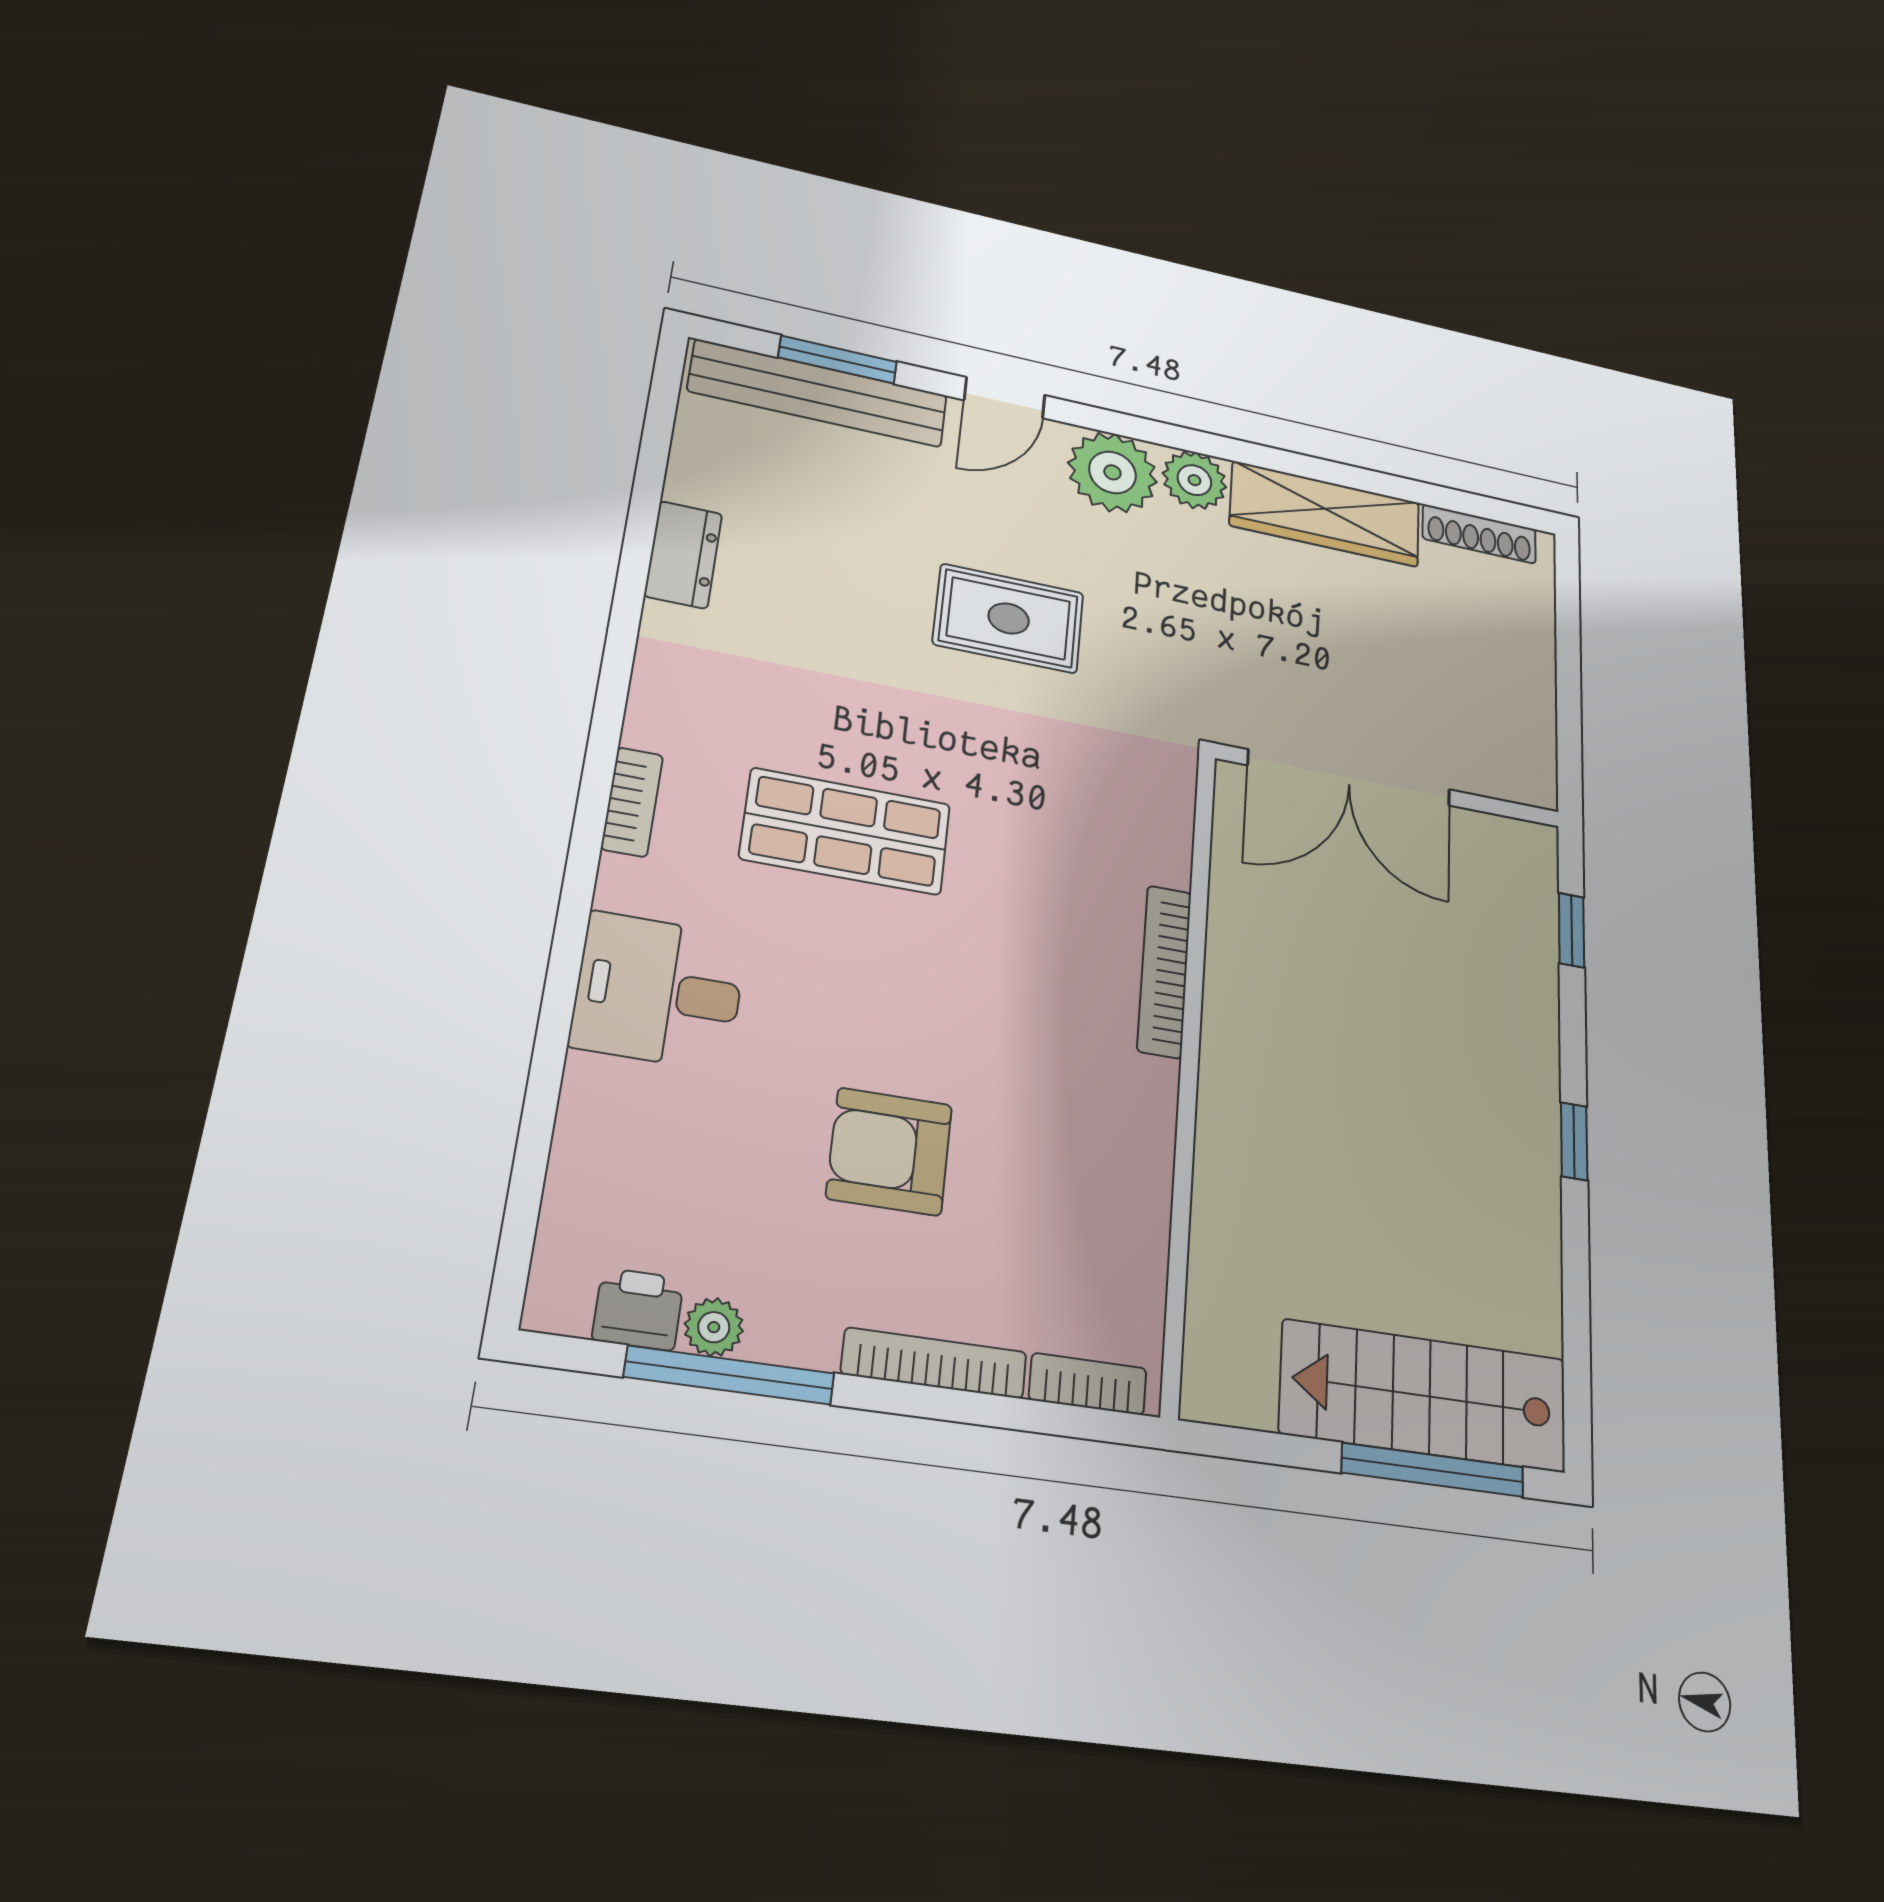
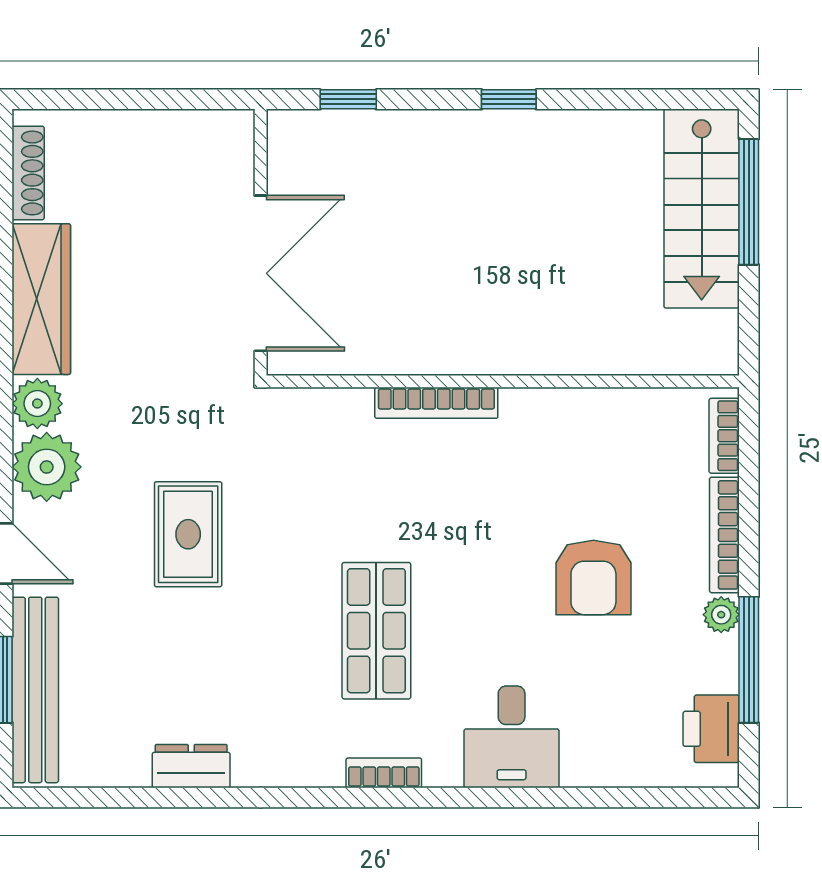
printer: (638, 1309) -> (711, 729), width x1.36, depth x1.24
plant: (714, 1327) -> (721, 615), moved

